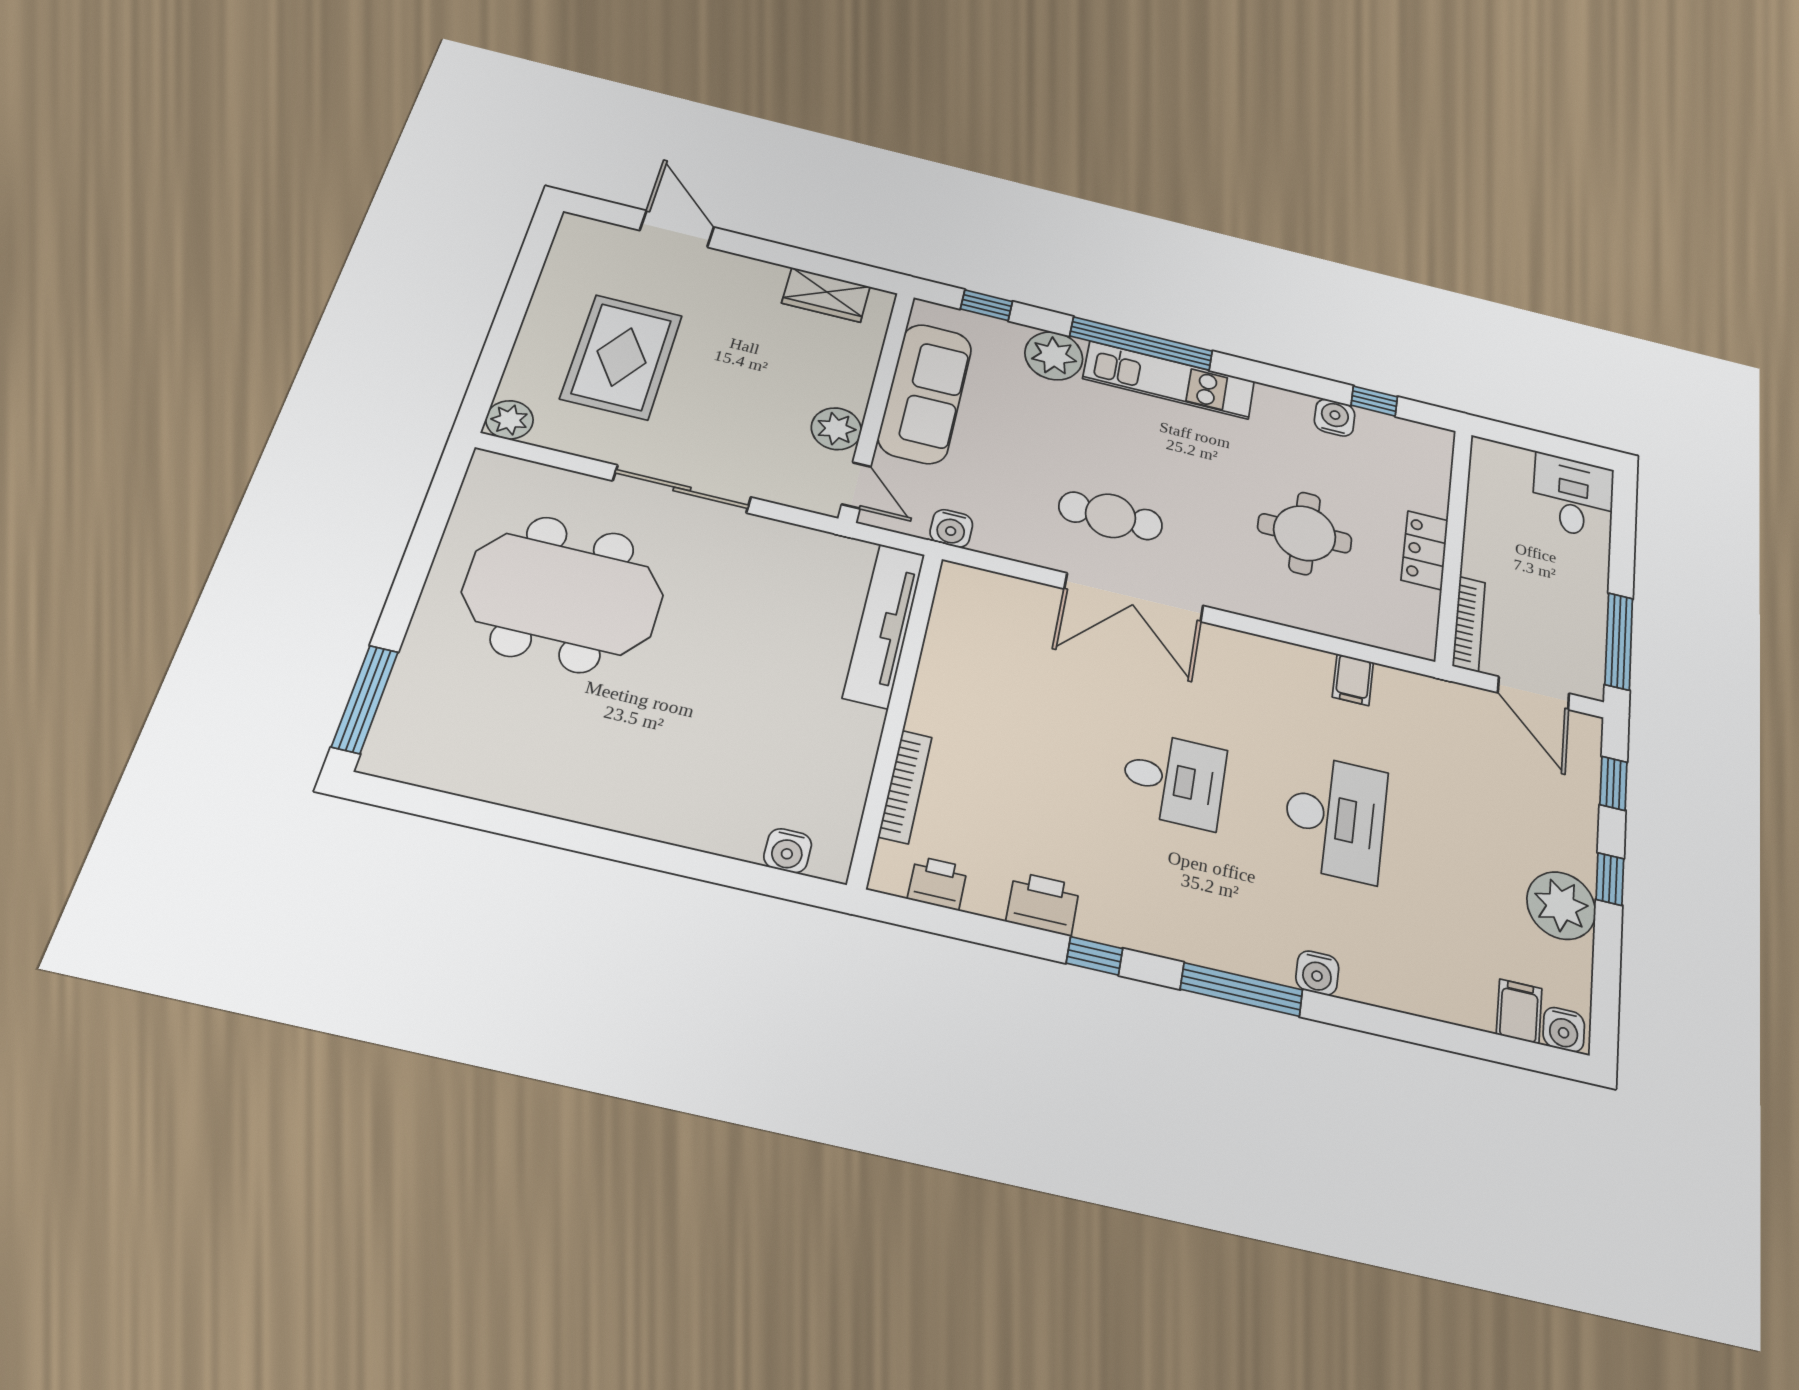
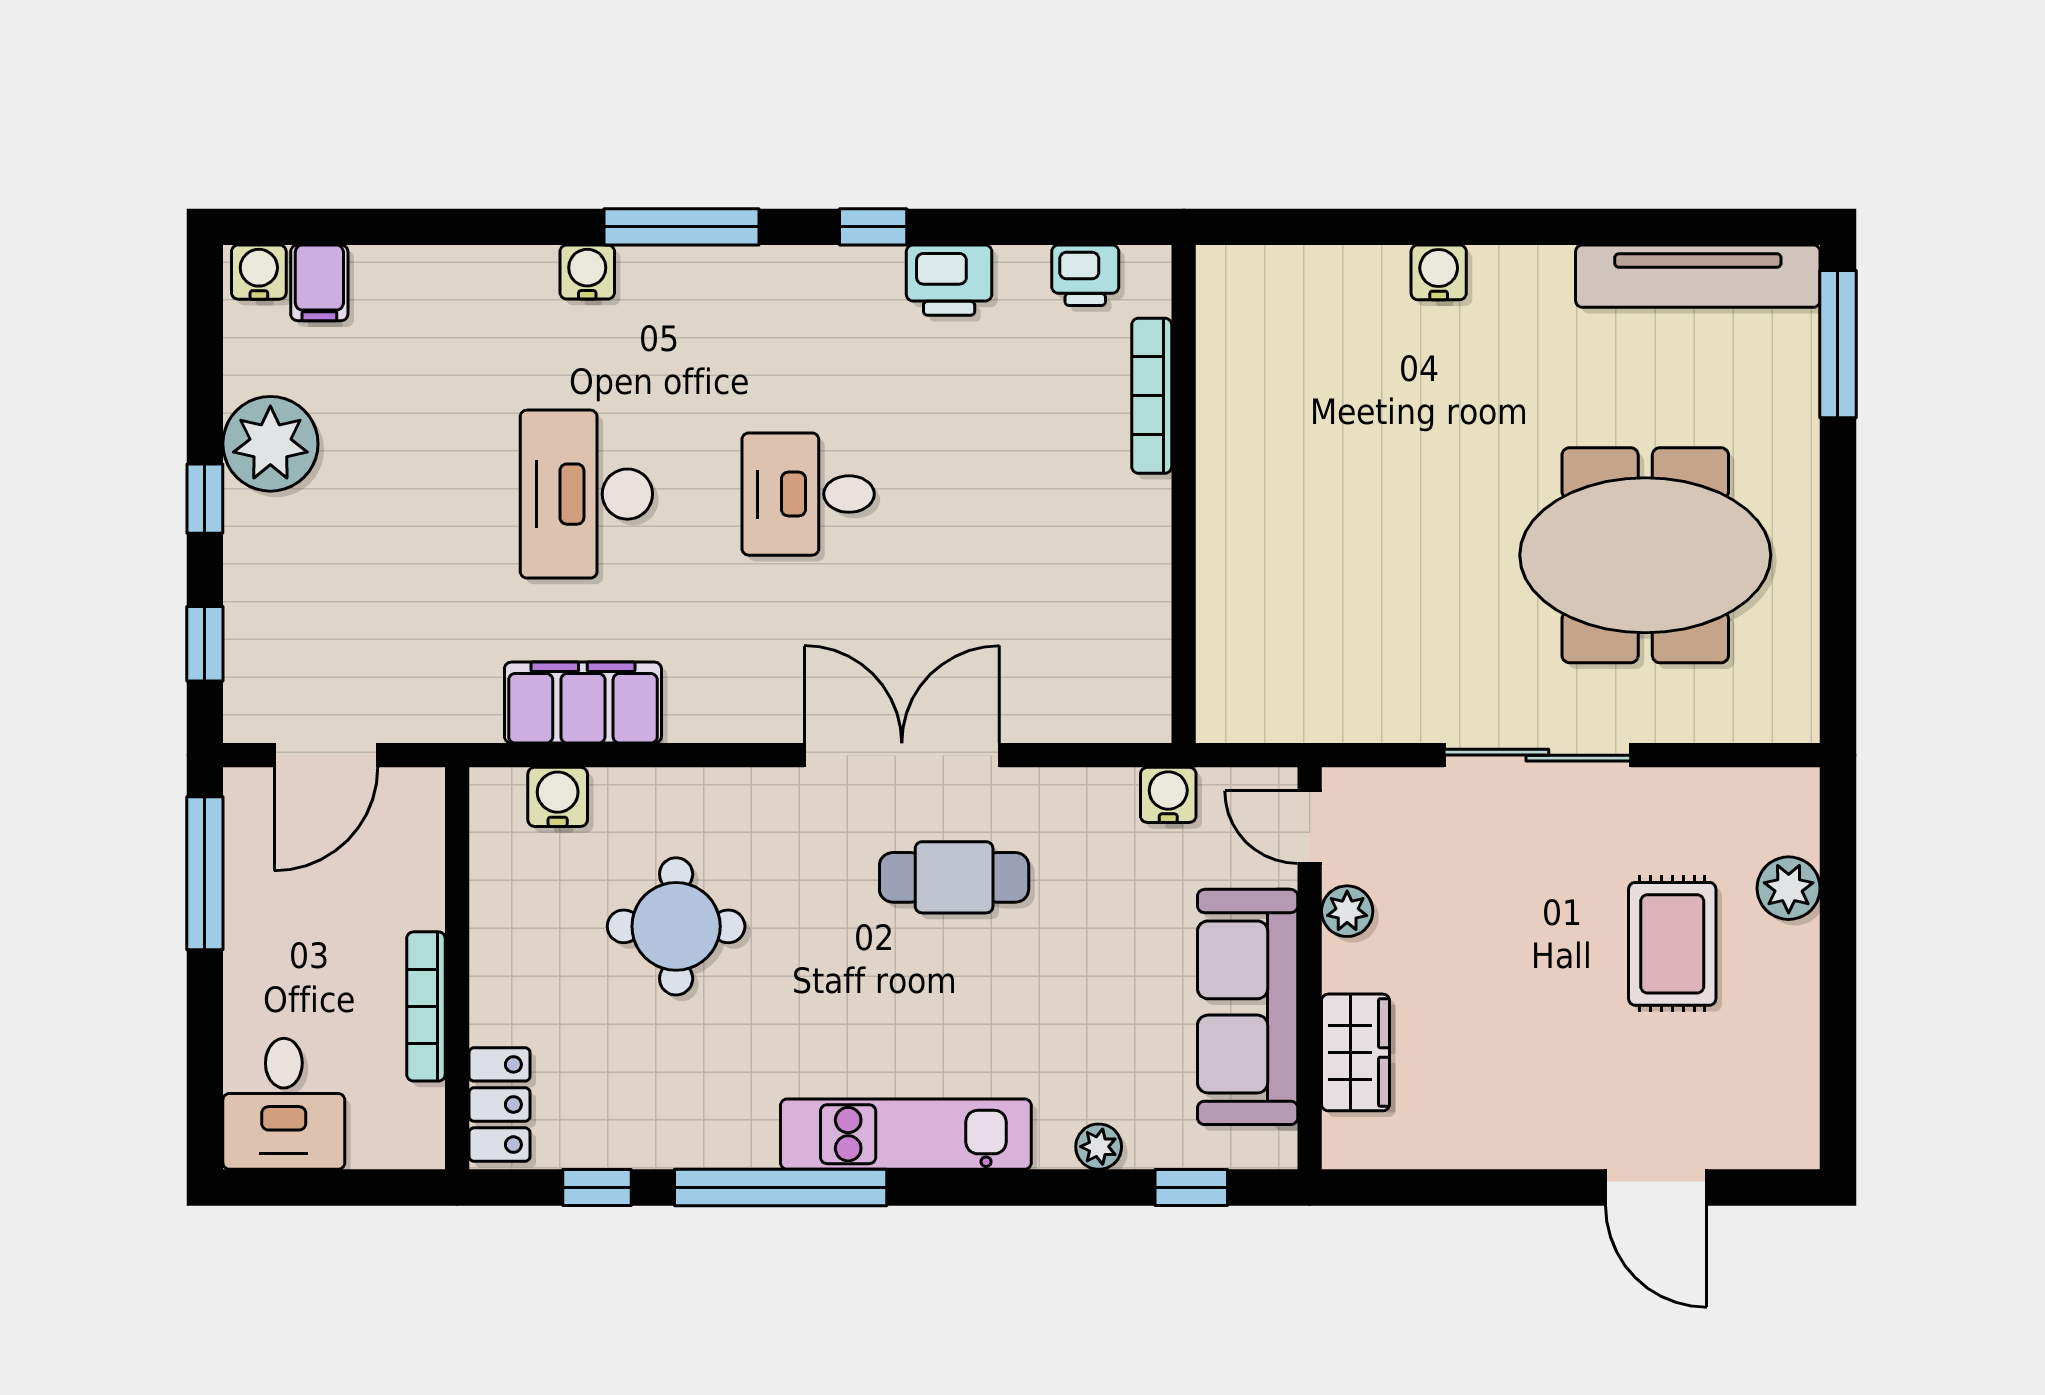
wardrobe: (826, 295) -> (1356, 1052), moved, turned 90
window: (1141, 344) -> (781, 1187), moved
plant: (1054, 356) -> (1099, 1147), width x0.53, depth x0.53
rug: (622, 357) -> (1672, 944), width x0.73, depth x0.70
water cooler: (1335, 418) -> (558, 797), moved, turned 180
plant: (510, 420) -> (1789, 888), moved
plant: (836, 429) -> (1347, 911), width x0.73, depth x0.73
locker: (1425, 550) -> (499, 1104), moved
bookcase: (1469, 624) -> (426, 1006), moved
tv unit: (884, 625) -> (1698, 276), moved, turned 90
filing cabinet: (1353, 680) -> (583, 703), width x3.00, depth x1.17
door: (1533, 693) -> (326, 755), swing flipped
water cooler: (788, 851) -> (1439, 272), moved

